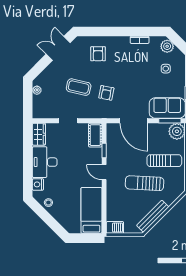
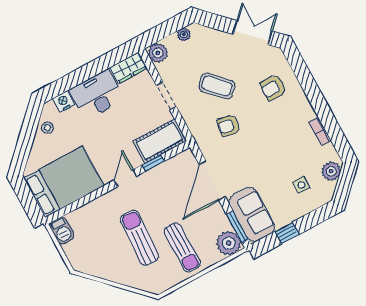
coffee table: (79, 87) -> (217, 86), turned -57
plant: (39, 112) -> (158, 53), added
cot: (95, 135) -> (160, 141), width x1.37, depth x1.34
bed: (91, 210) -> (64, 182), width x1.50
bench: (153, 216) -> (103, 271), removed

